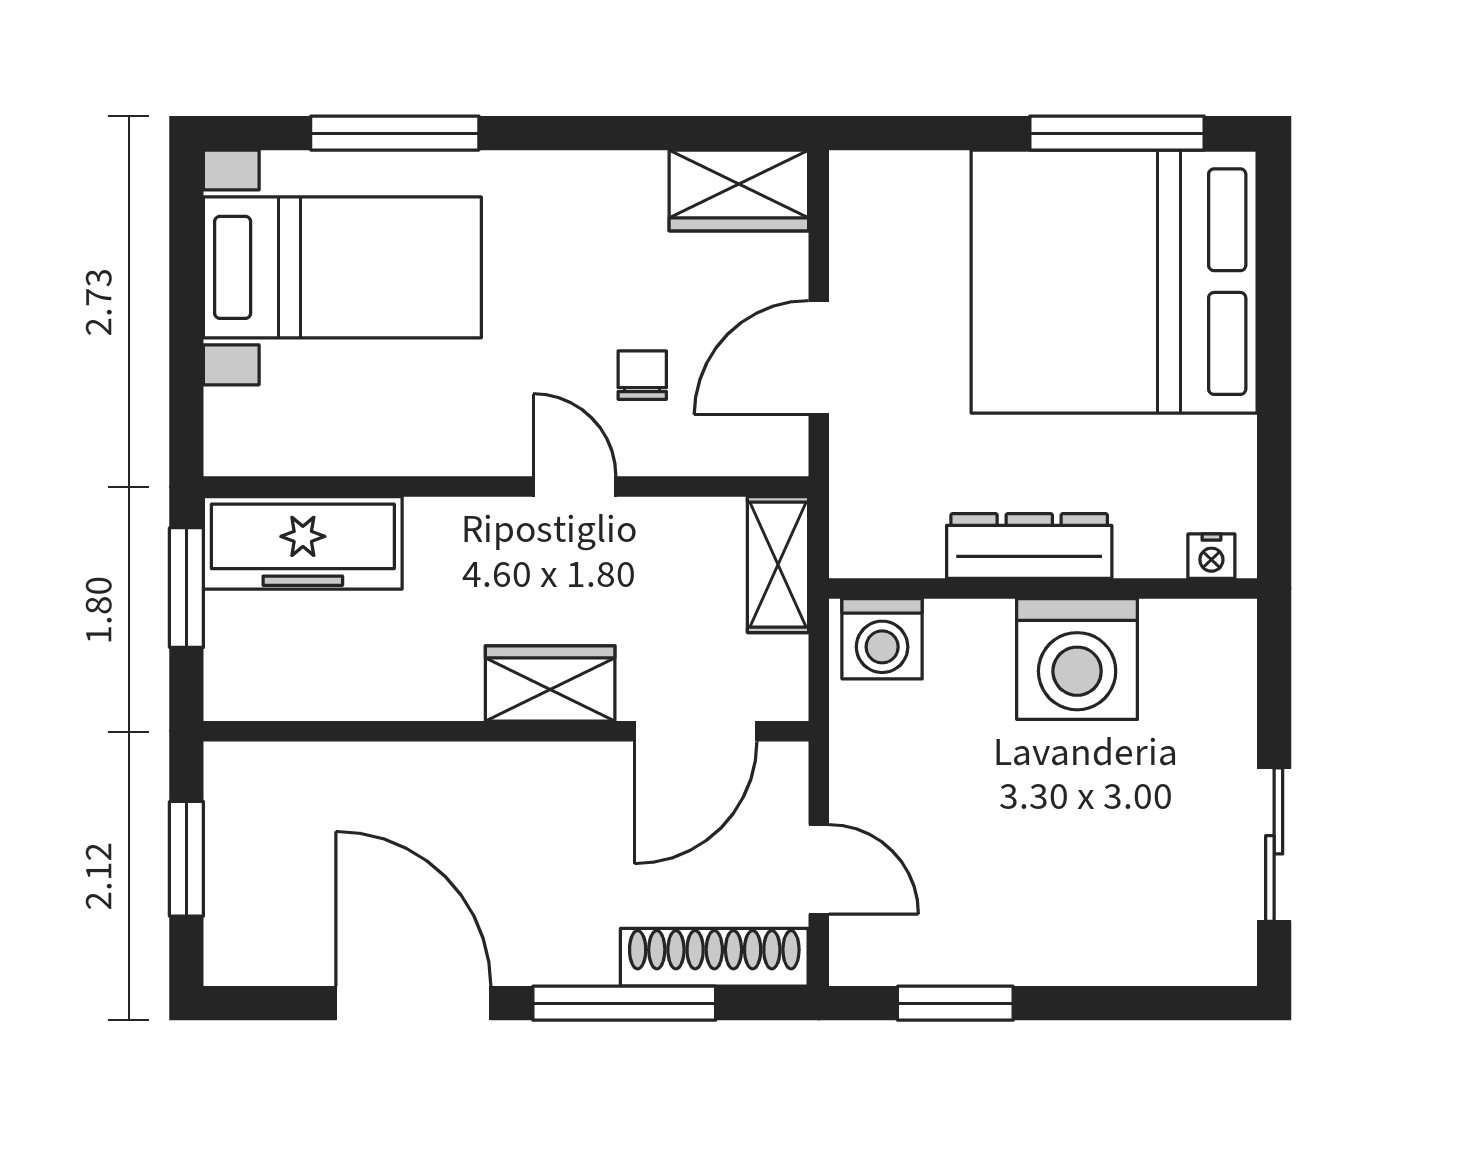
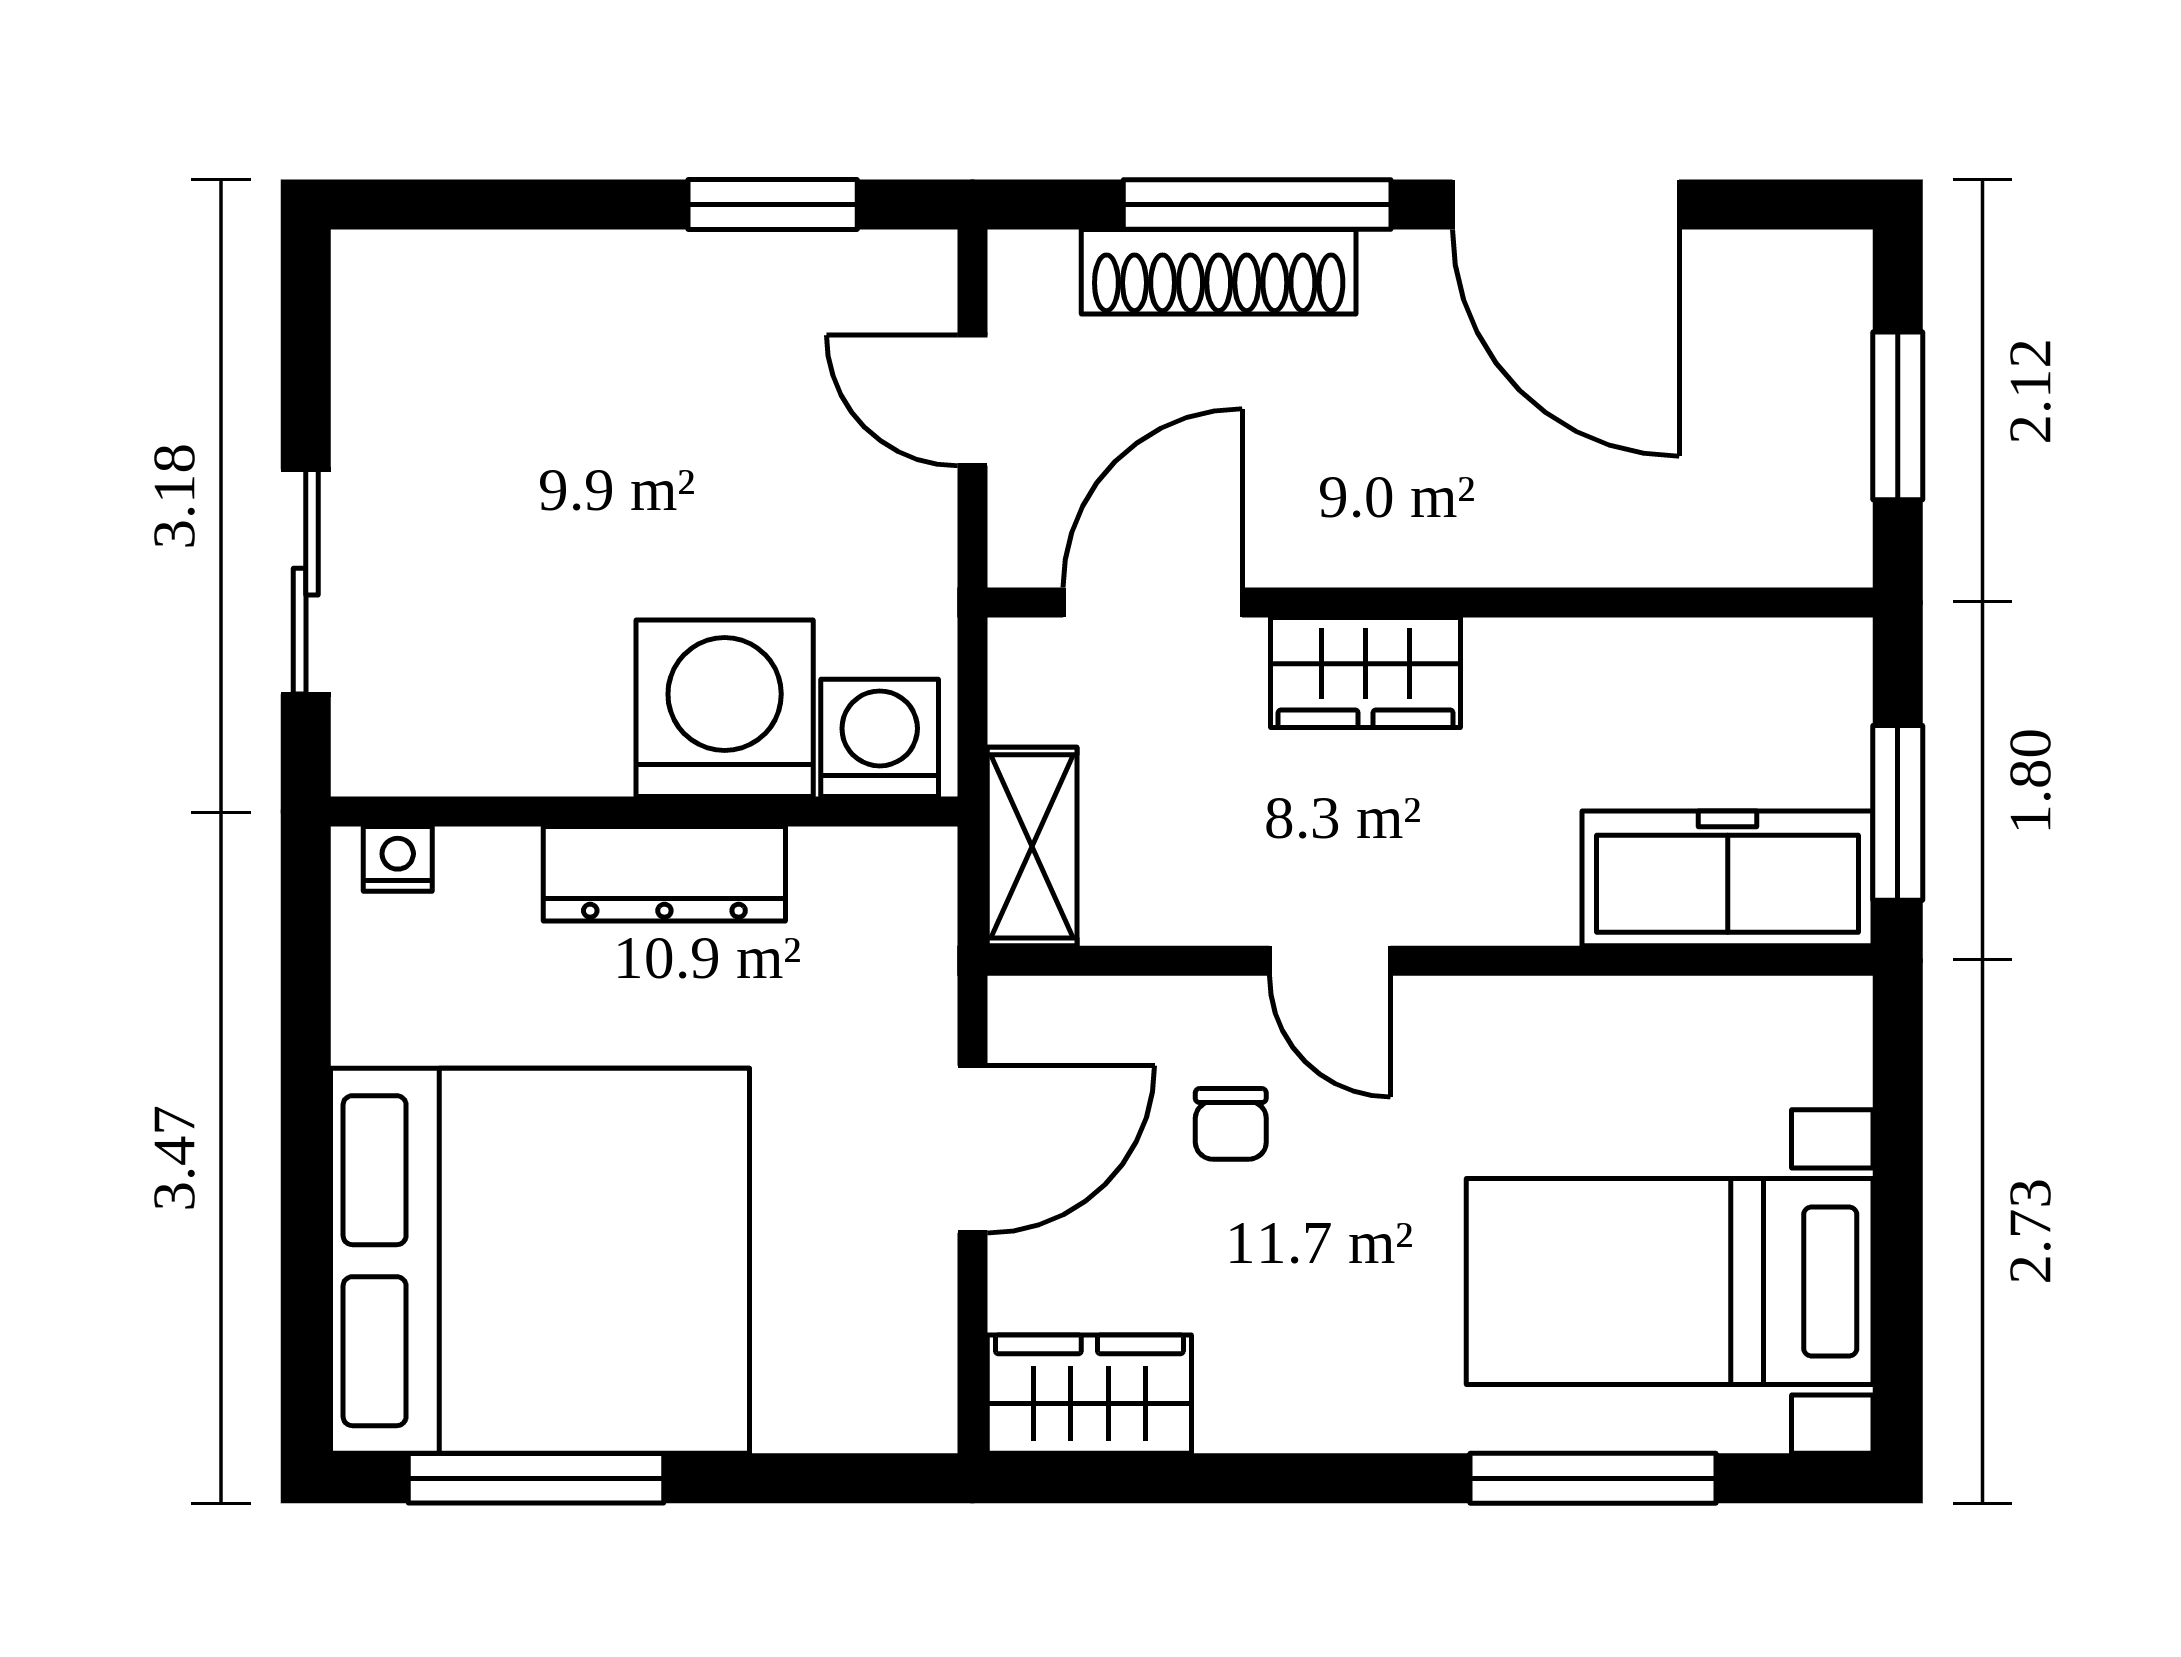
washing machine: (1077, 659) -> (725, 708), moved
sliding door: (1274, 845) -> (306, 582), moved
shoe rack: (714, 957) -> (1219, 272), moved

